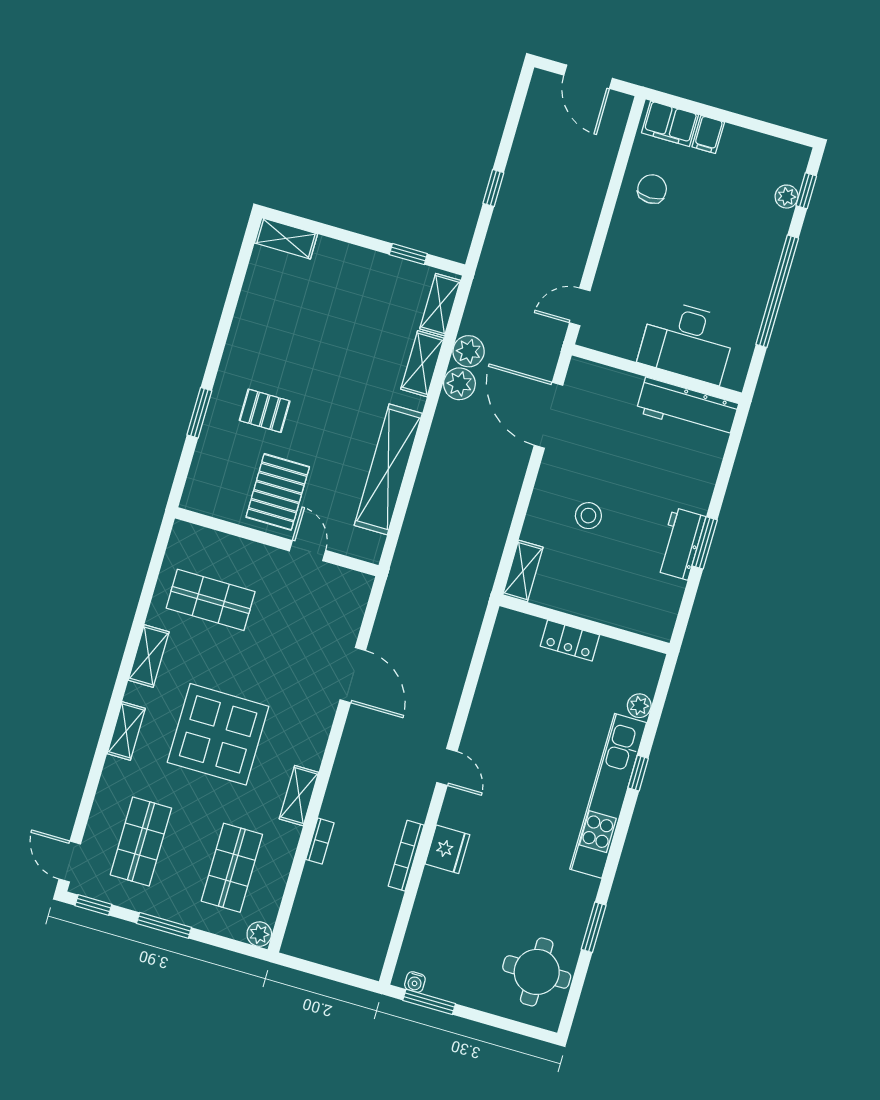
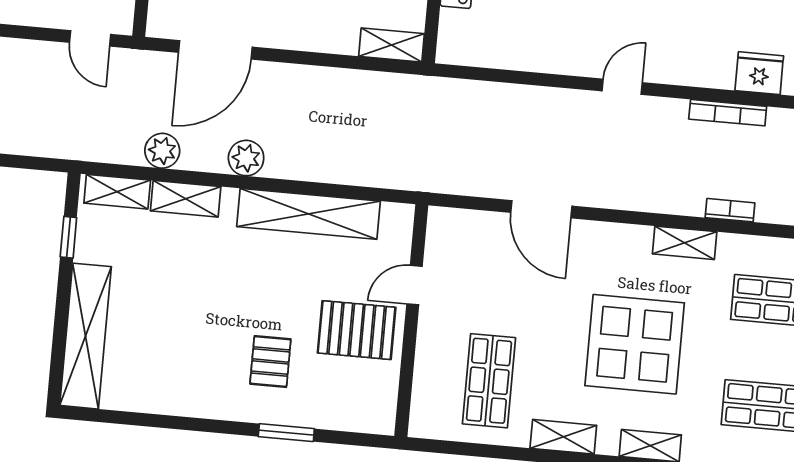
shelving: (286, 238) -> (86, 336), width x2.20, depth x1.33
plant: (459, 384) -> (246, 158), moved
door: (353, 675) -> (541, 209), swing flipped
fridge: (447, 849) -> (759, 73), moved

